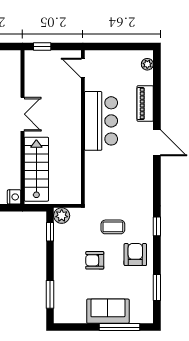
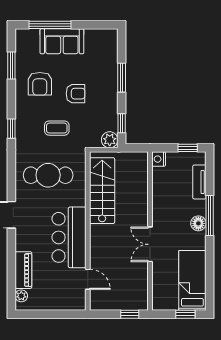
door: (83, 68) -> (88, 279), moved
piano: (145, 104) -> (23, 270), moved
stairs: (36, 169) -> (102, 191), moved, turned 180
cafe table: (121, 181) -> (48, 175), added
armchair: (135, 255) -> (40, 84), moved
window: (50, 294) -> (122, 78), moved

